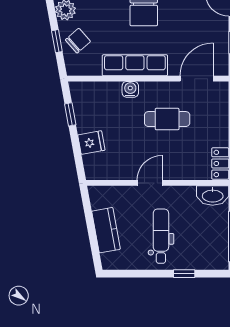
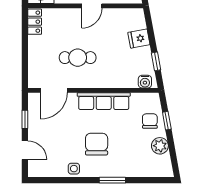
chair: (78, 41) -> (150, 121), turned 131
water cooler: (130, 89) -> (145, 82), moved

